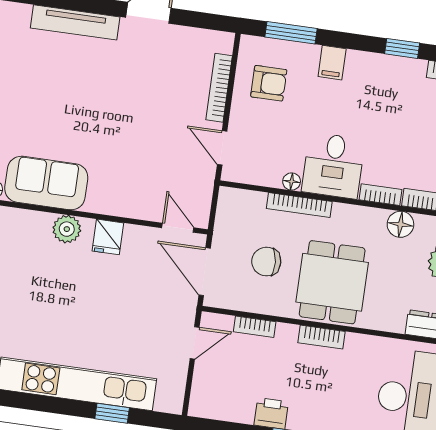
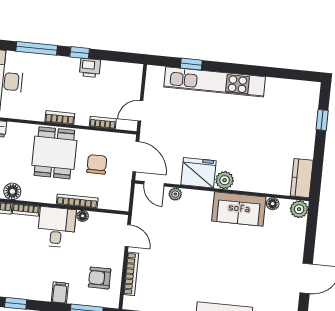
plant: (145, 210) -> (175, 194), added
fridge: (108, 237) -> (199, 173), width x1.88, depth x1.34
chair: (266, 262) -> (97, 164), turned -86

